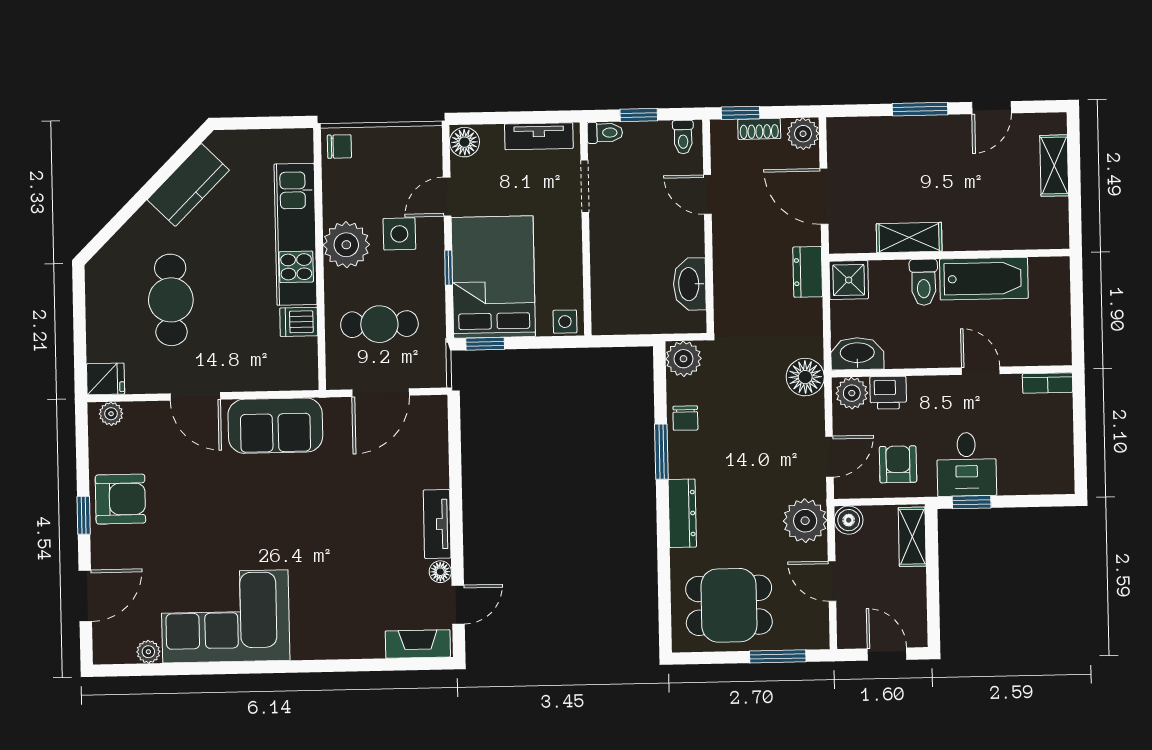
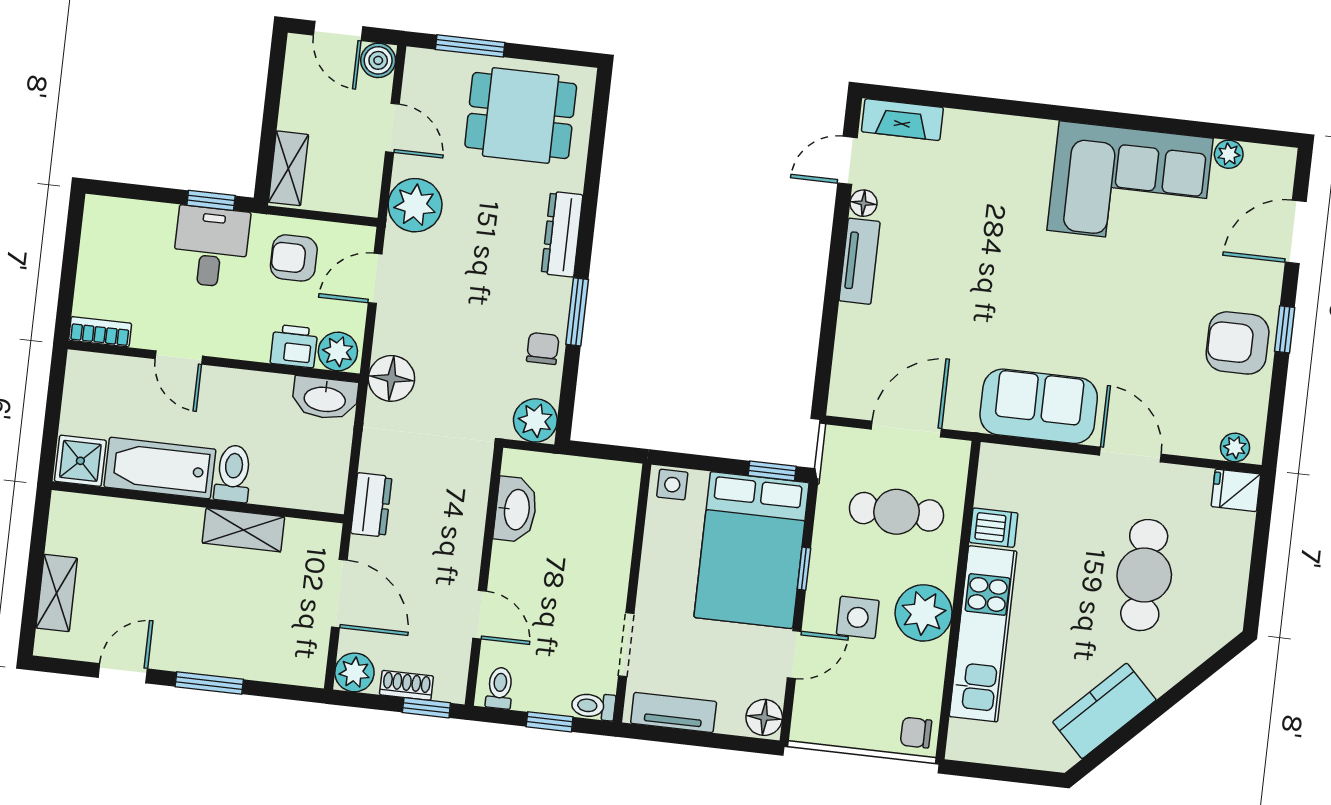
shower: (849, 280) -> (80, 461), moved
armchair: (898, 464) -> (294, 258), turned 90
boiler: (849, 520) -> (378, 60), moved

